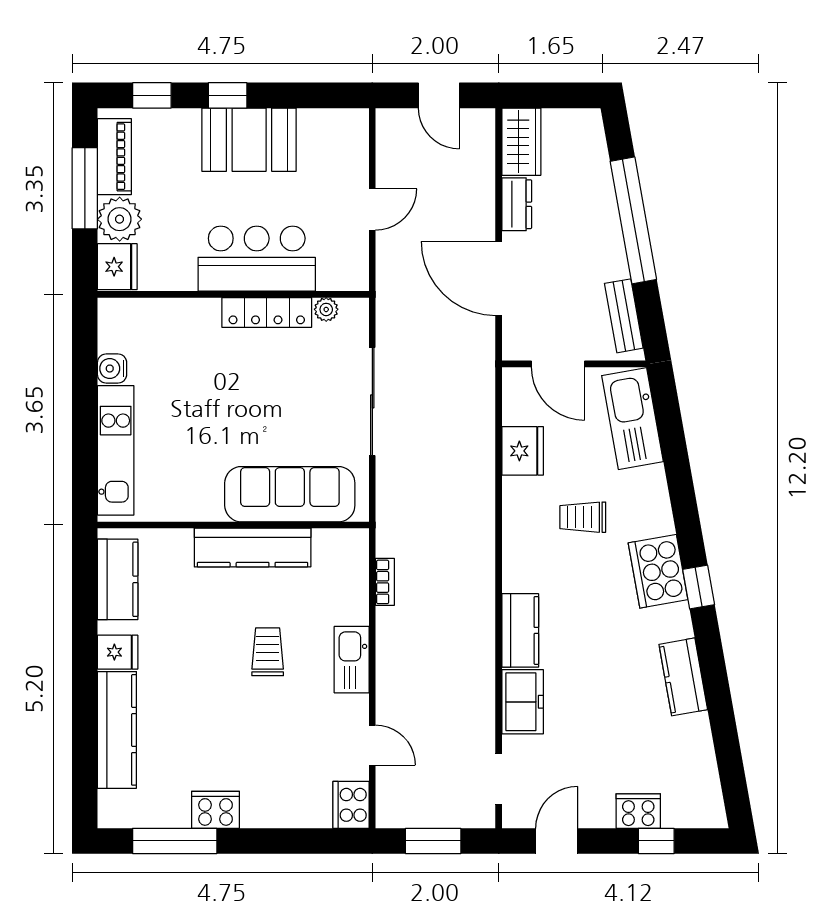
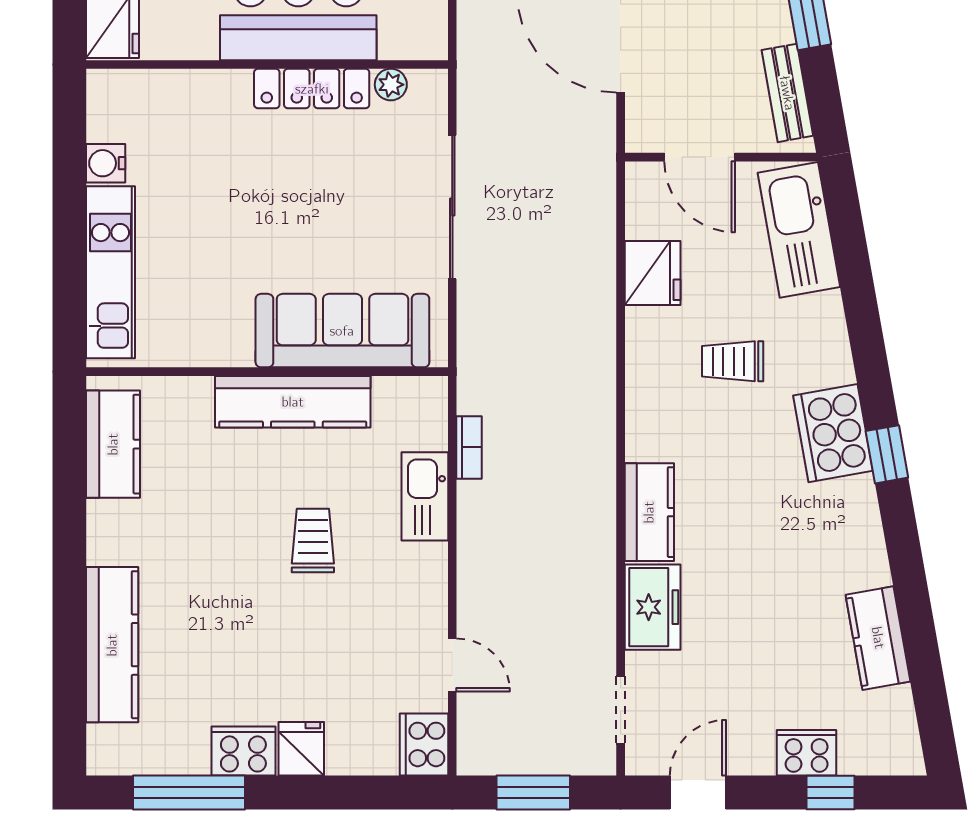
fridge: (118, 652) -> (301, 749), moved, turned -90
kitchen sink: (352, 660) -> (425, 496), moved
kitchen counter: (683, 677) -> (878, 638), moved

